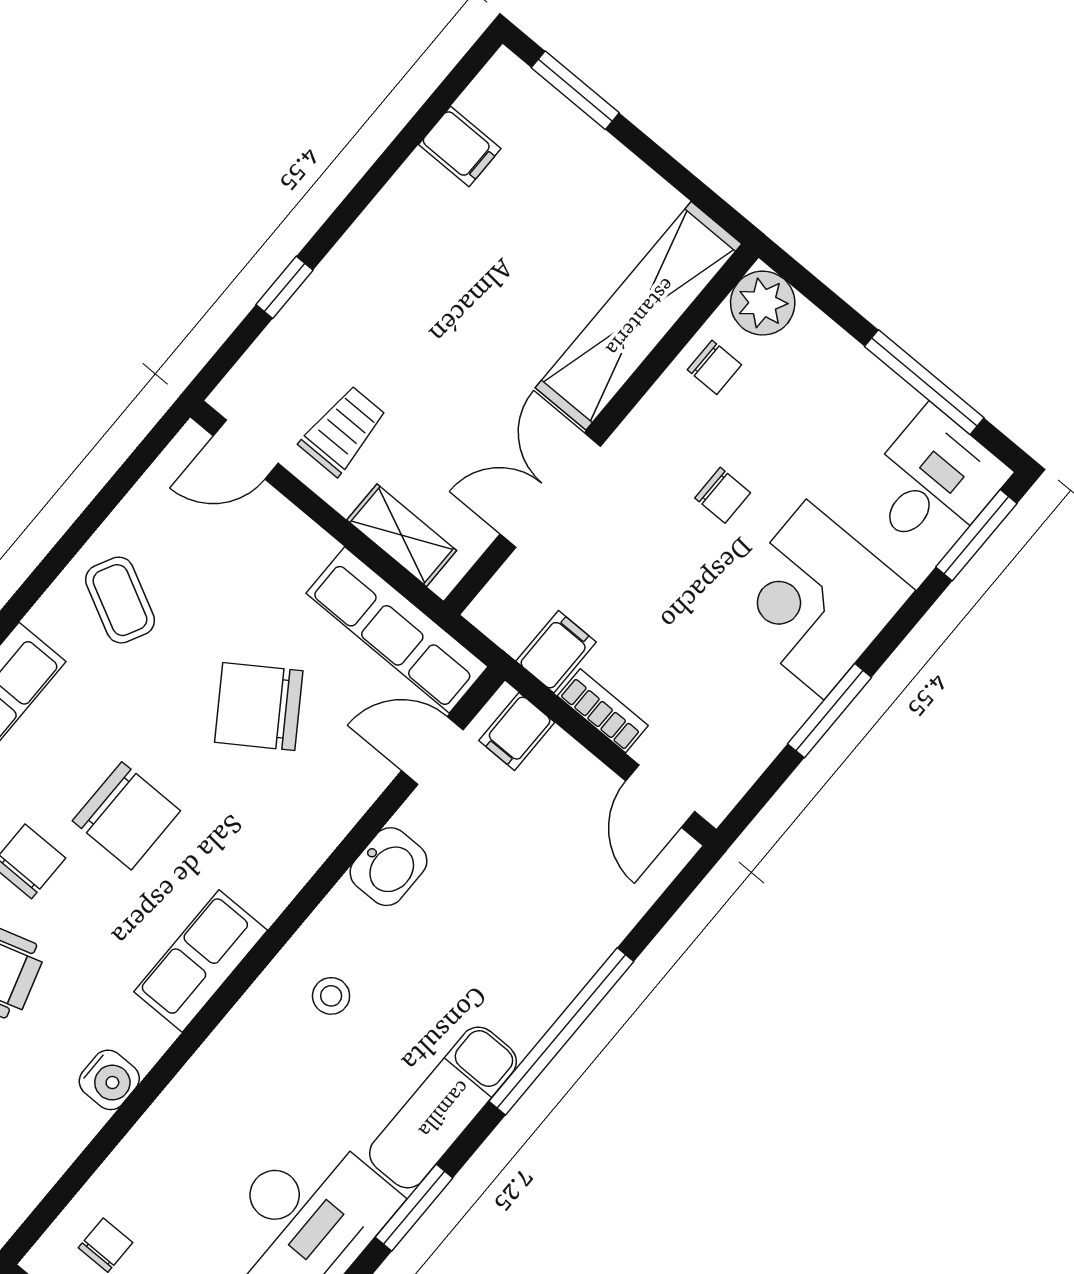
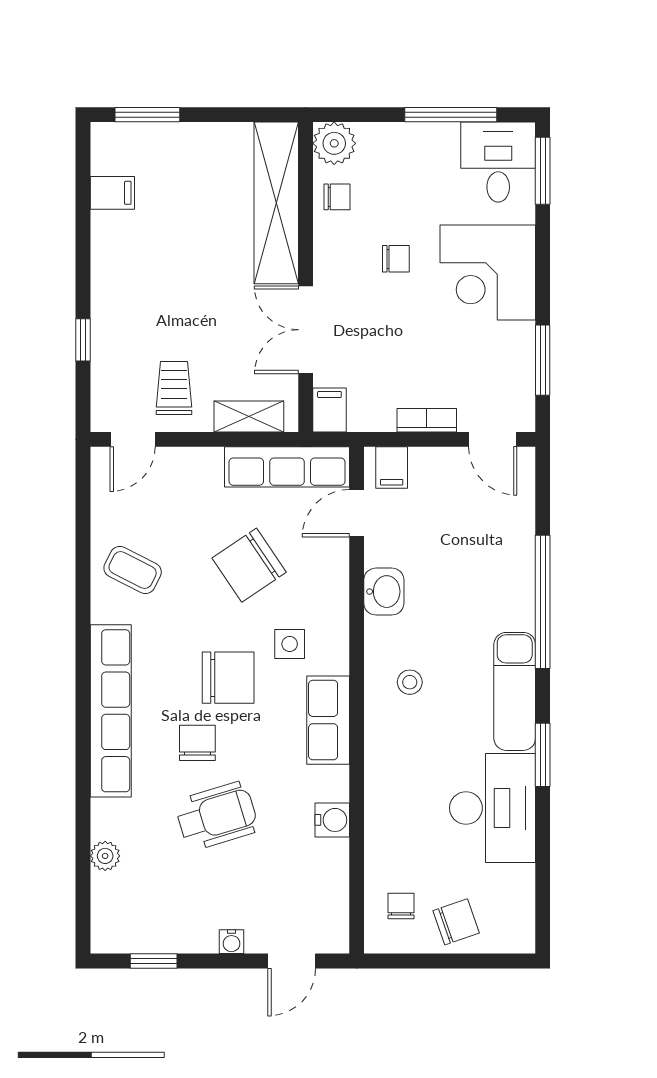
filing cabinet: (556, 652) -> (329, 410), moved
window: (830, 711) -> (543, 360), moved
side table: (230, 836) -> (290, 644), added

